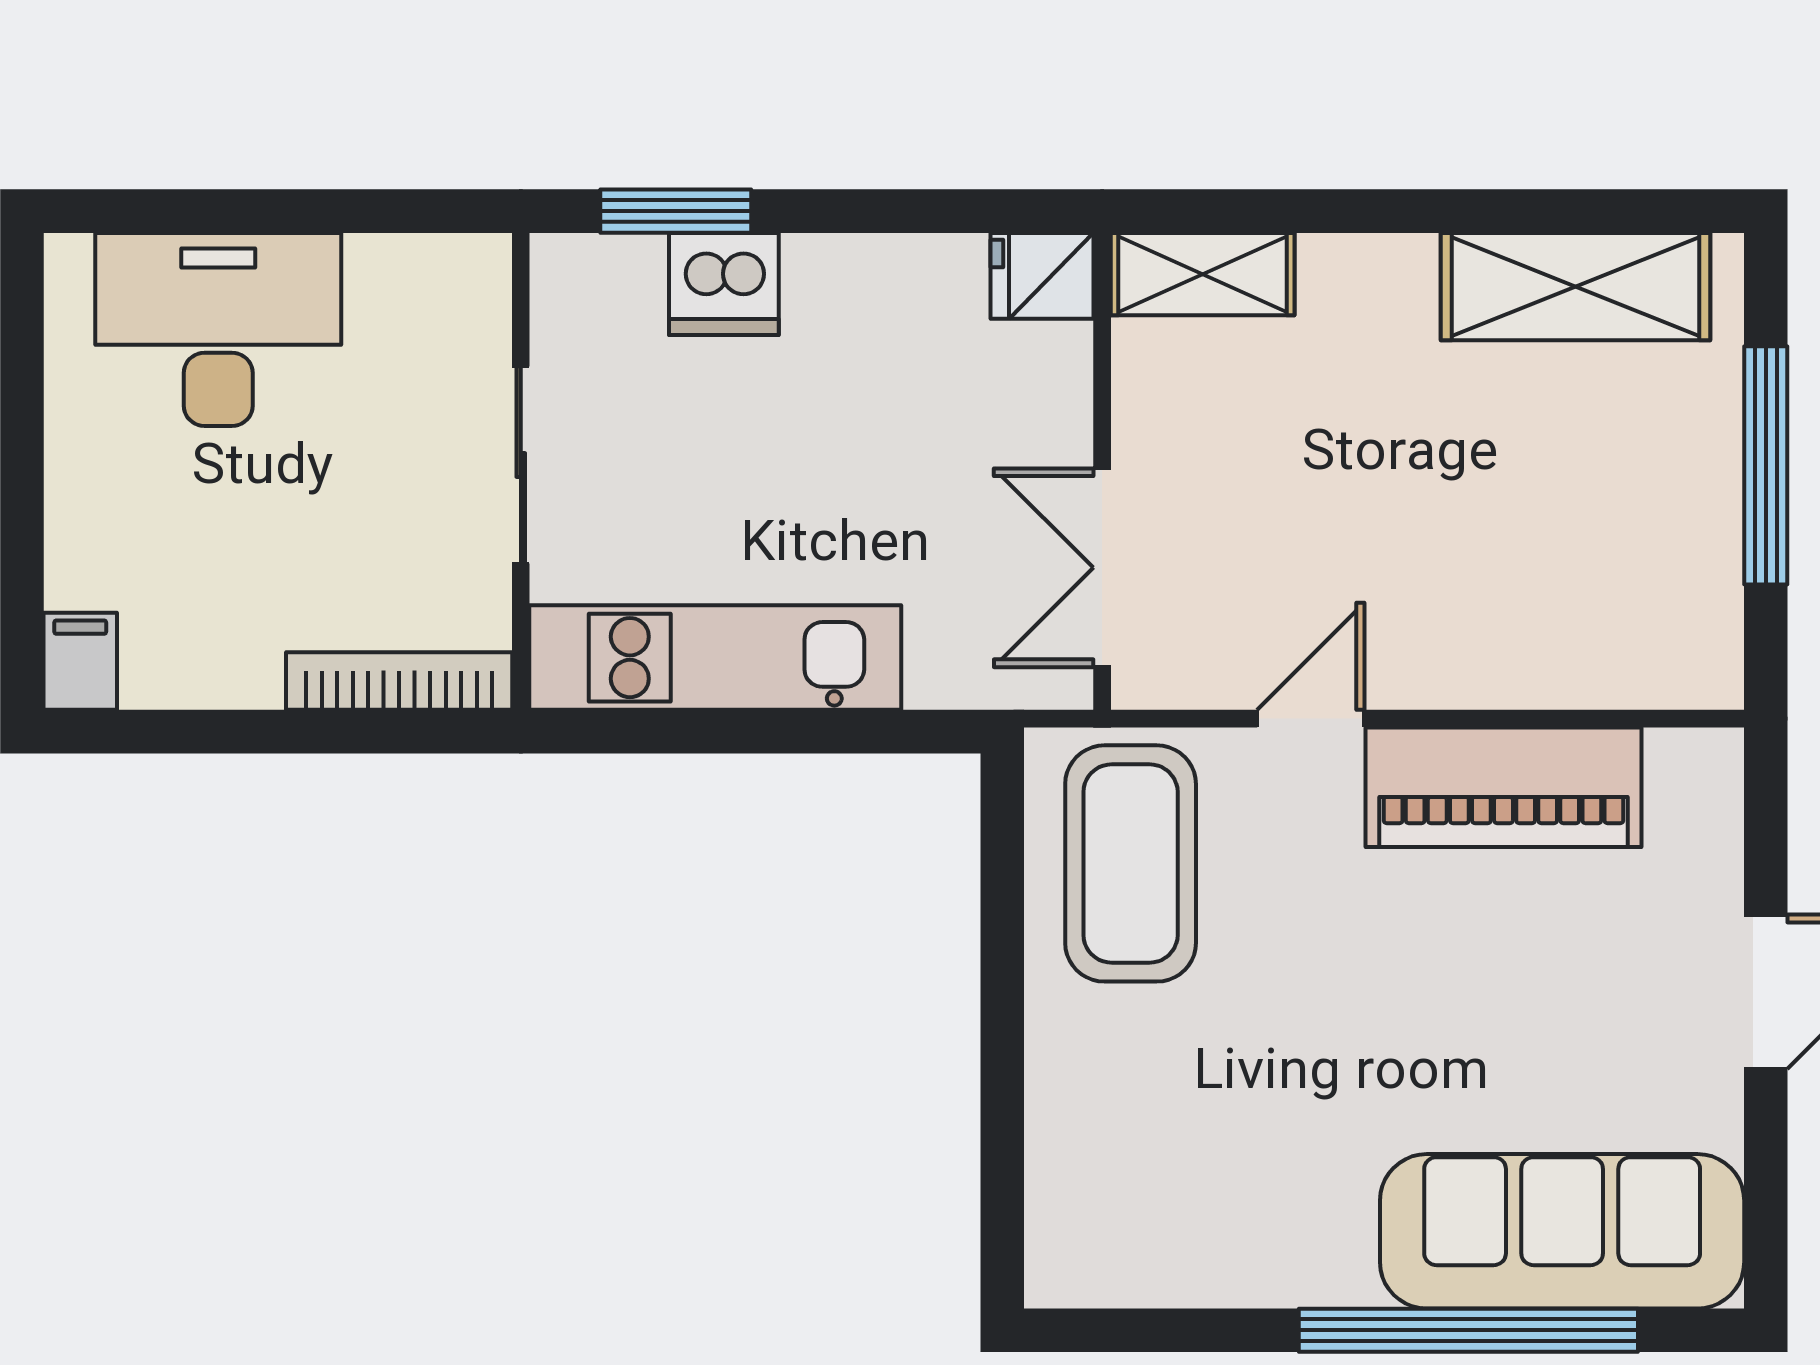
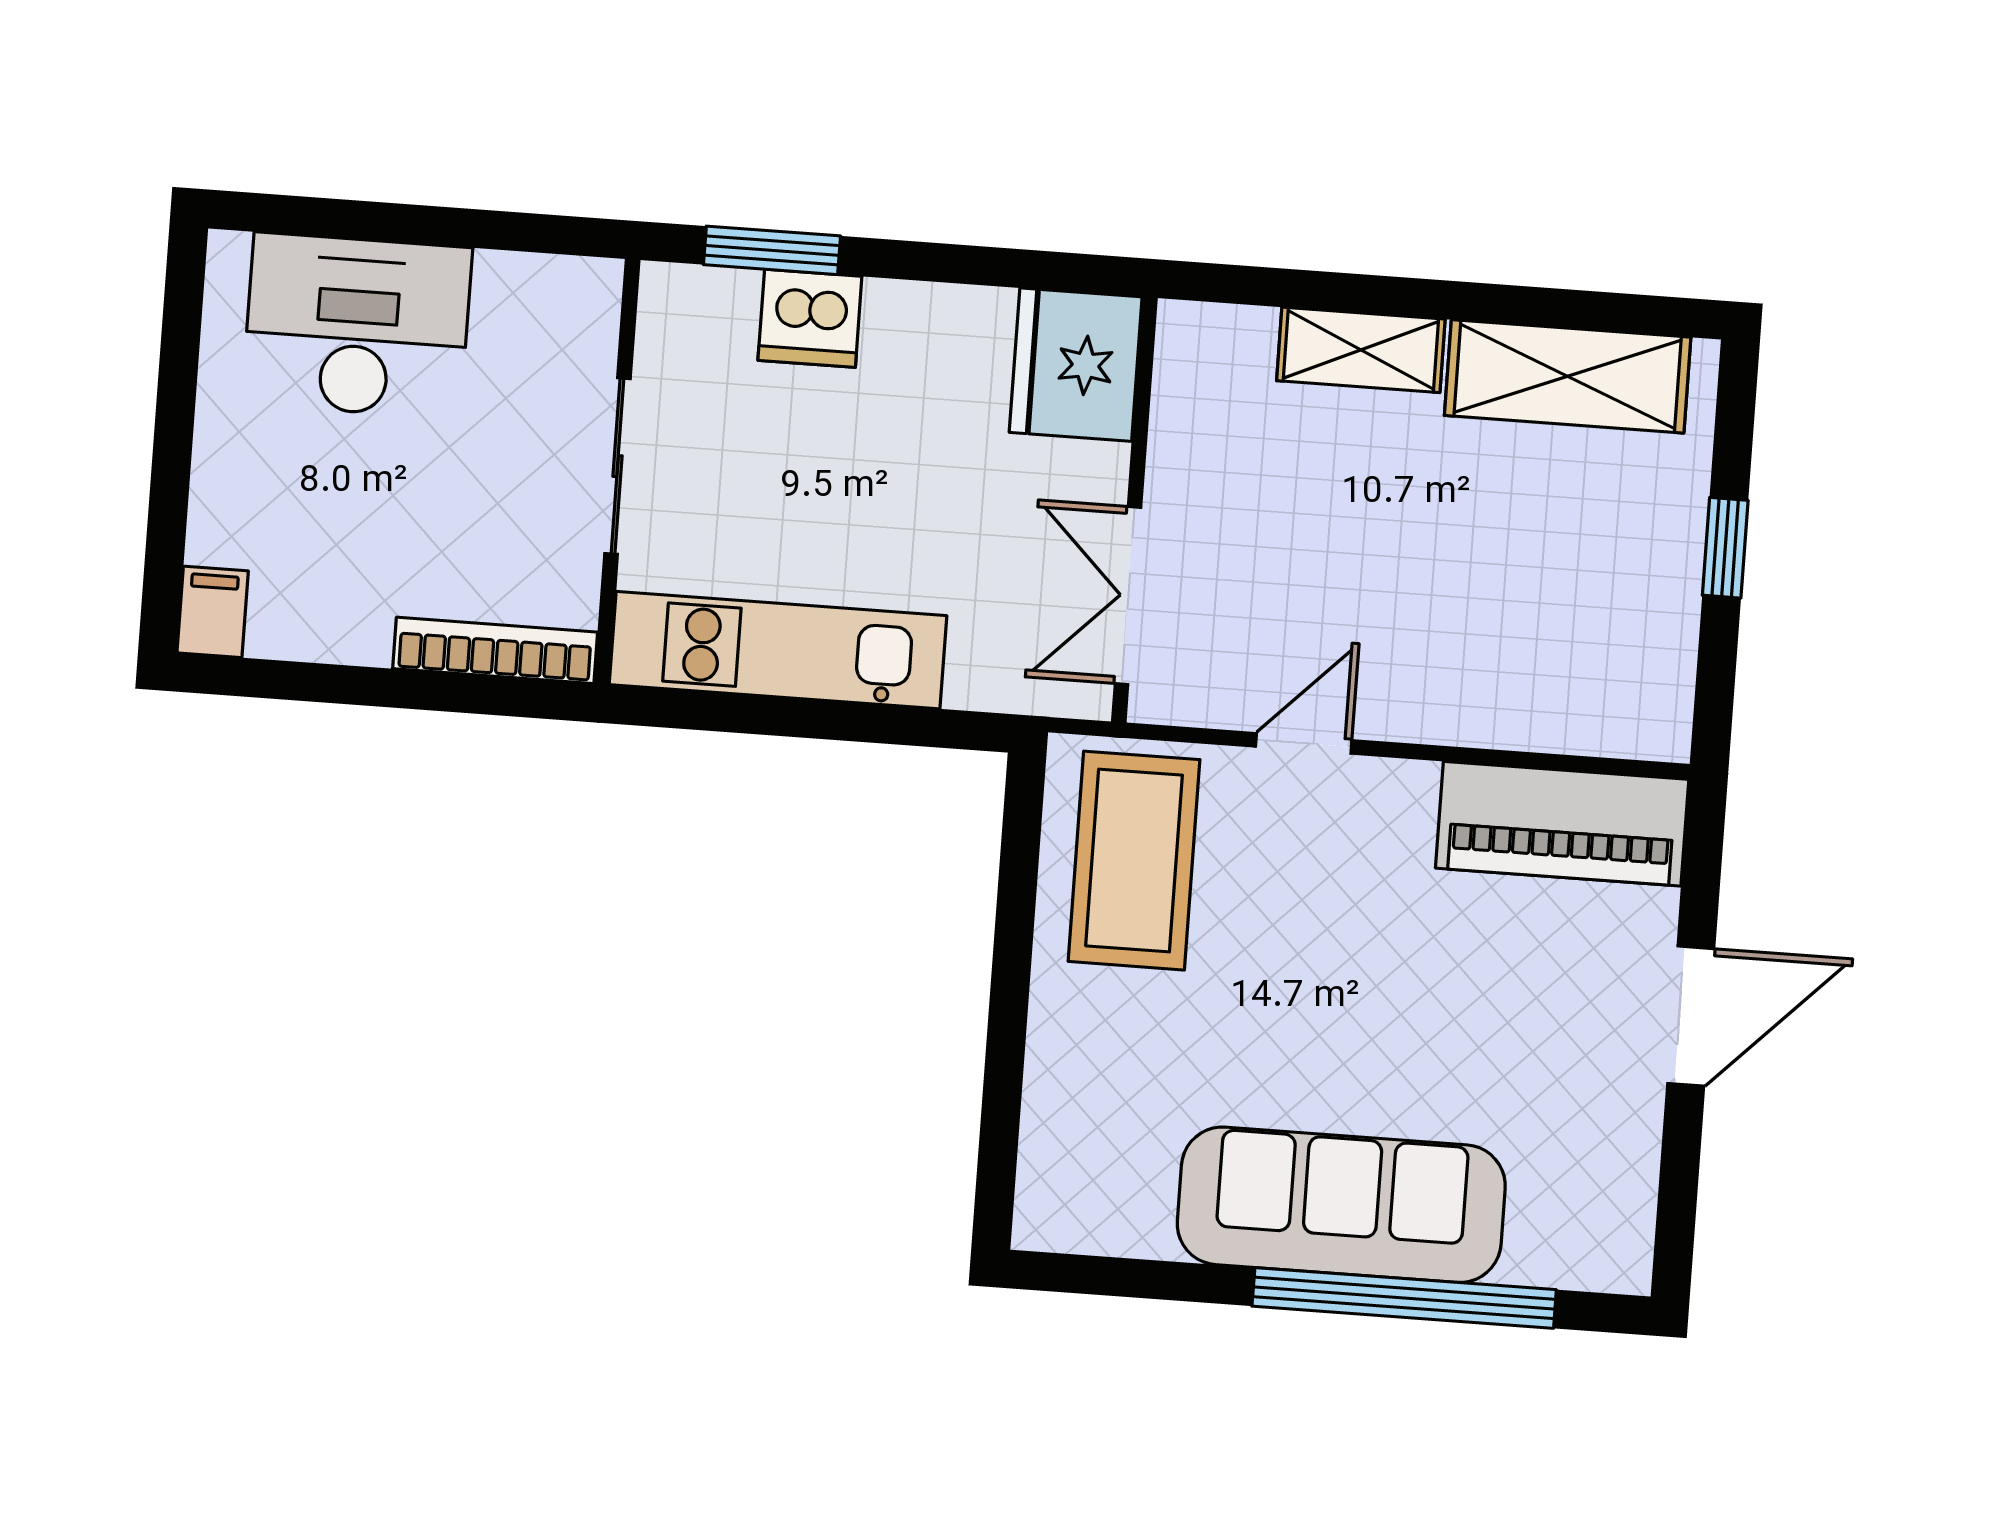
shelving: (1203, 274) -> (1361, 350), moved
fridge: (1042, 276) -> (1076, 365), width x1.88, depth x1.34
window: (1766, 465) -> (1725, 548), width x0.46
piano: (1503, 787) -> (1562, 824), moved
sofa: (1562, 1231) -> (1341, 1205), moved

